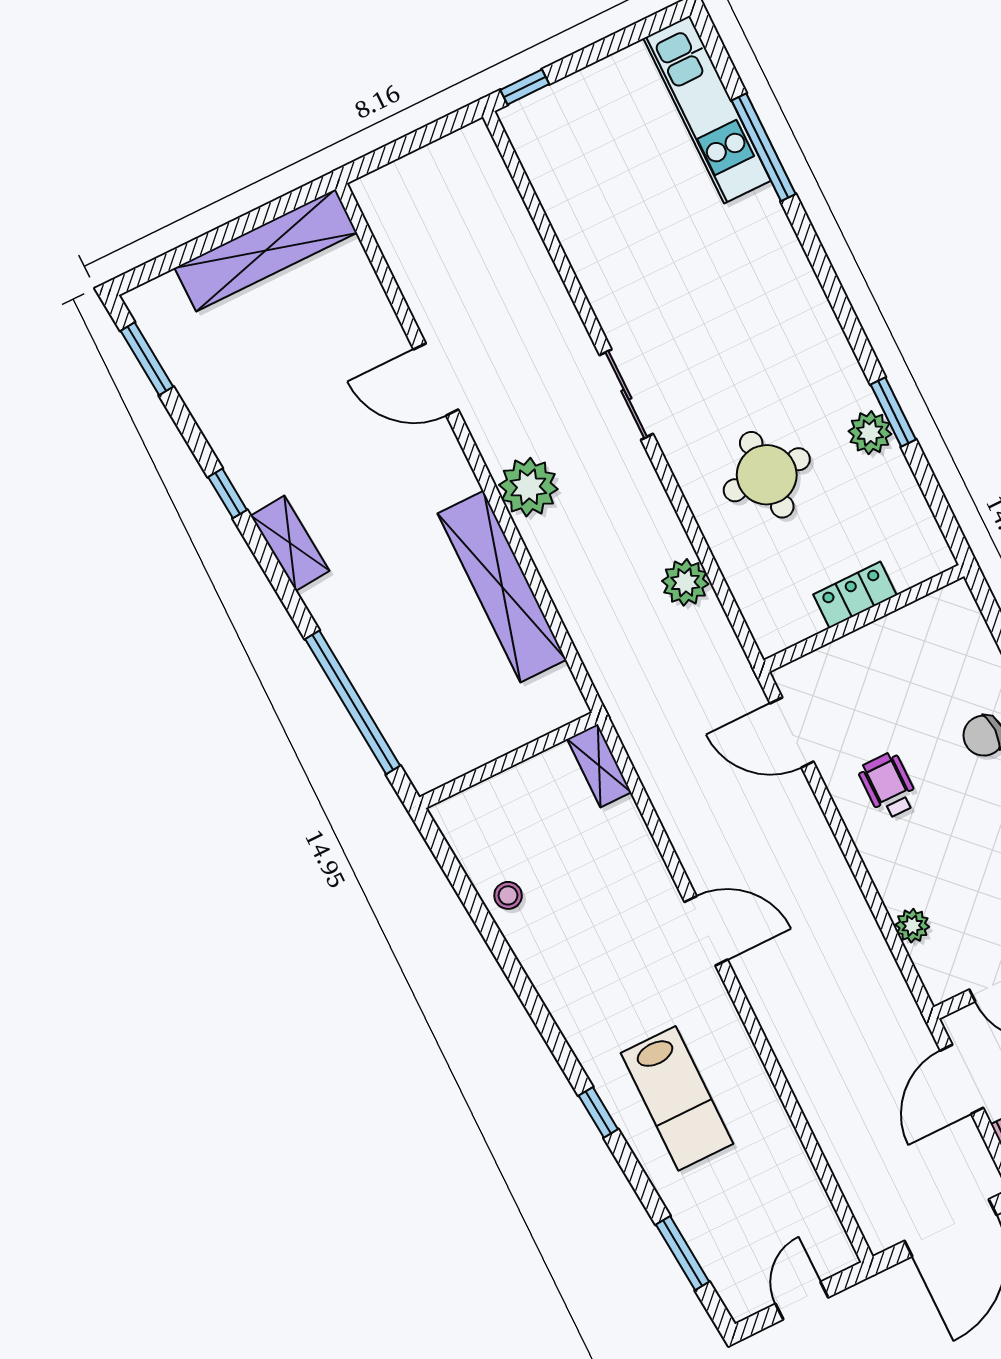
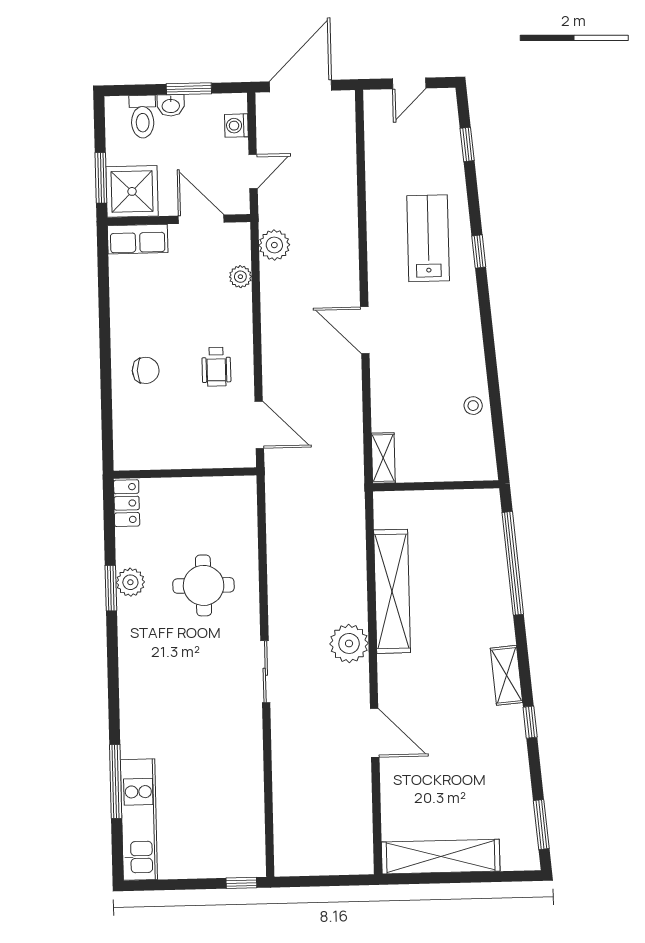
plant: (685, 582) -> (274, 245), moved
locker: (855, 595) -> (127, 503), moved, turned -90
door: (962, 1079) -> (253, 172), width x0.73
window: (683, 1253) -> (467, 144), width x0.67

